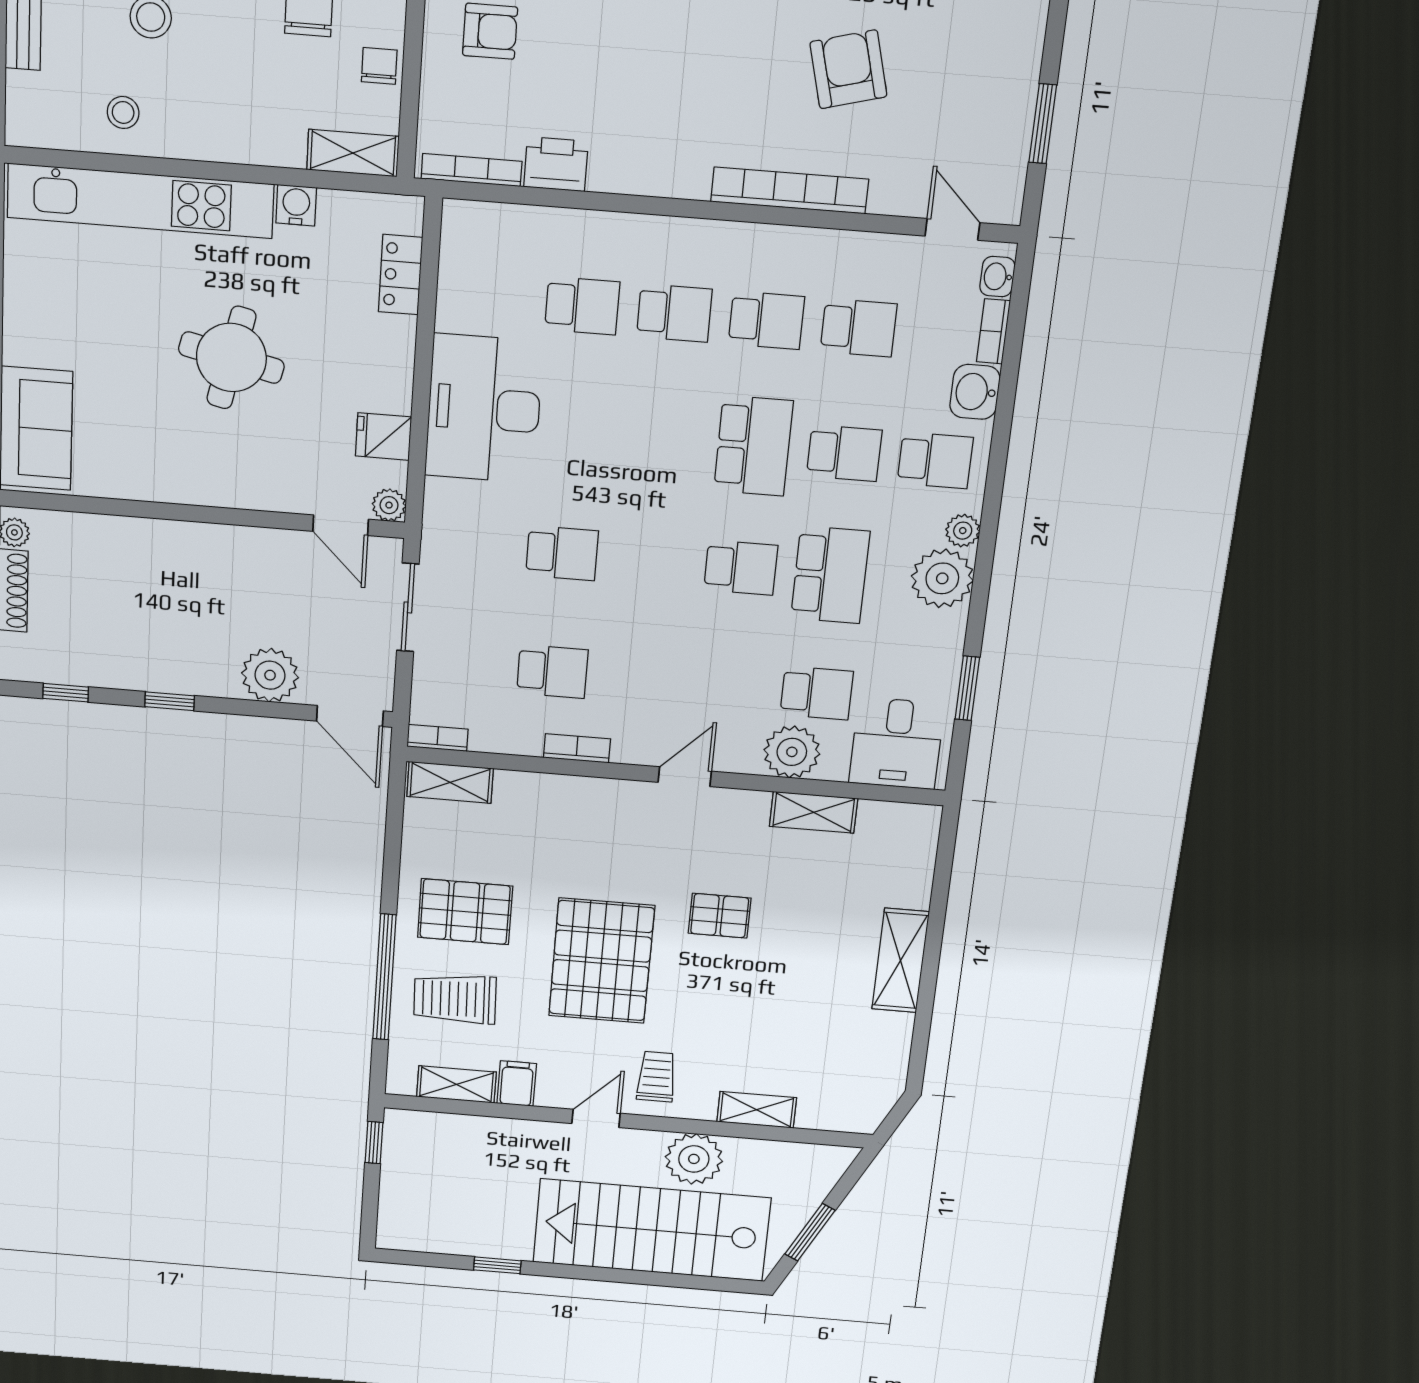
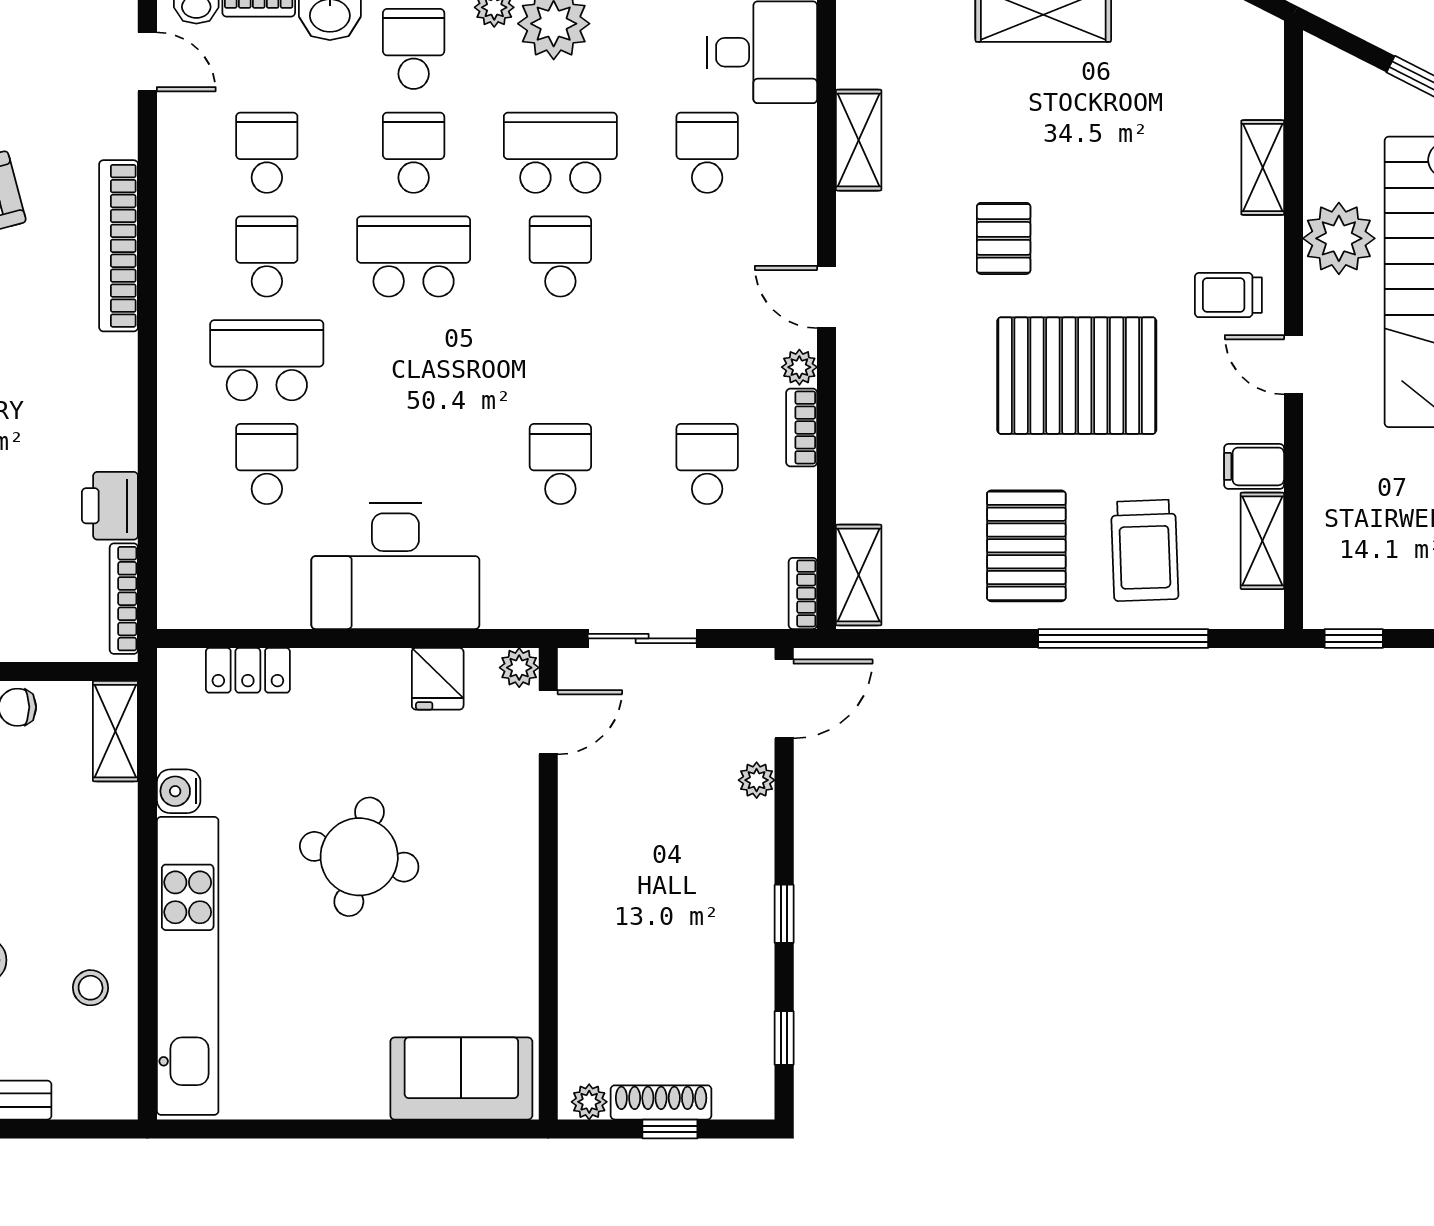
door: (952, 229) -> (147, 62), swing flipped
school desk: (674, 313) -> (267, 360), width x1.85
plant: (270, 675) -> (757, 780), width x0.53, depth x0.53
plant: (792, 752) -> (799, 367), moved, width x0.53, depth x0.53

